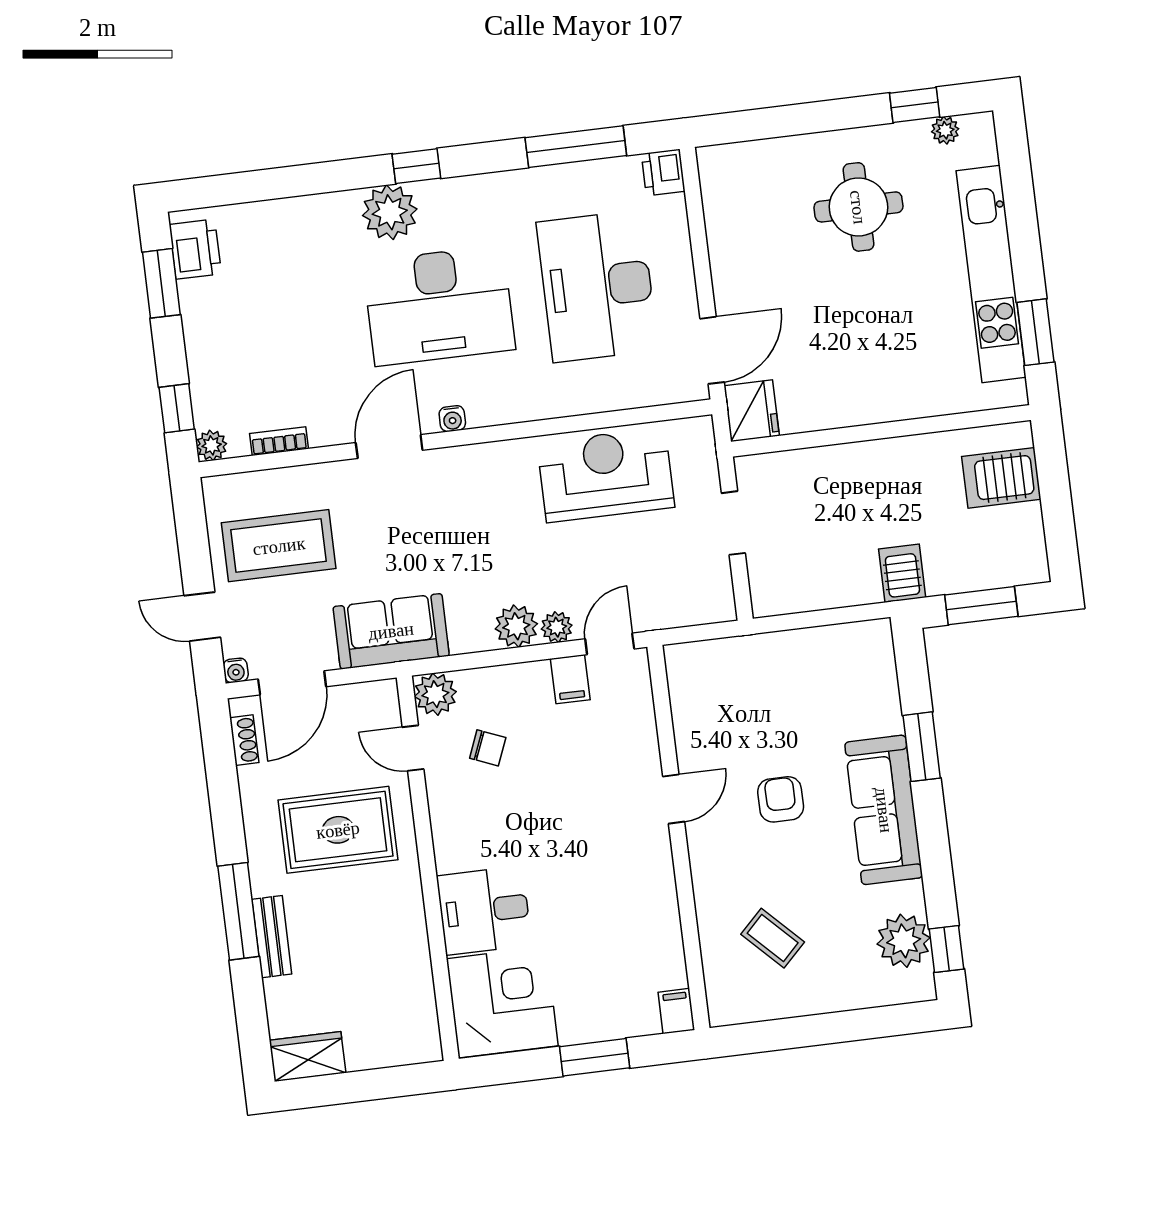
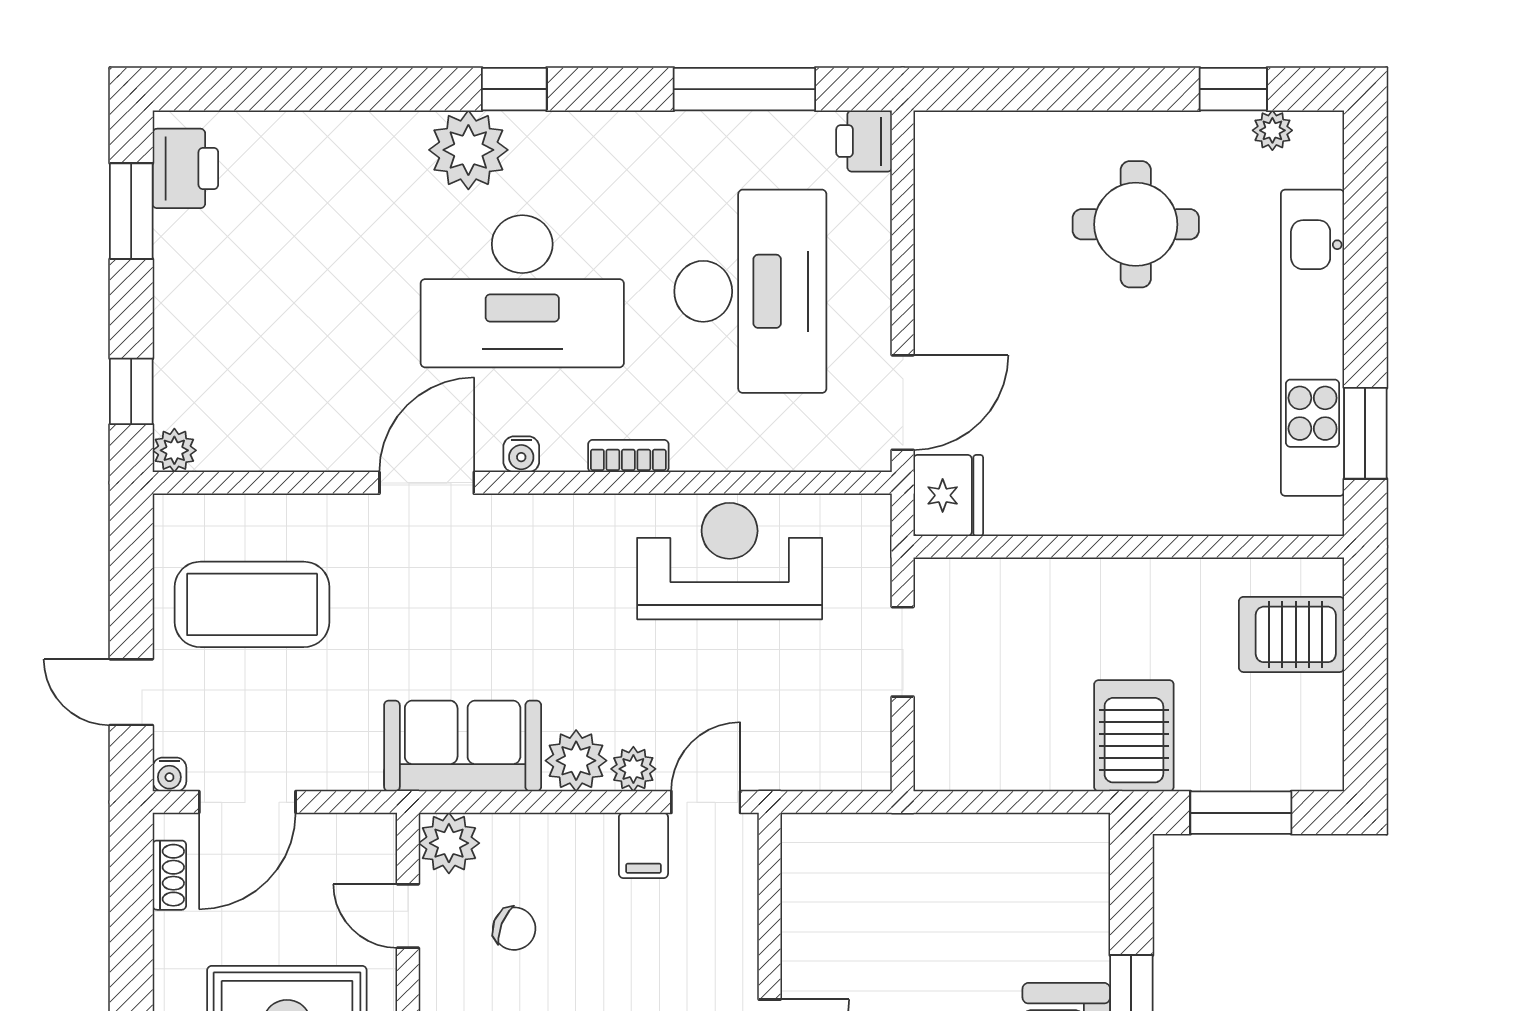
desk: (597, 286) -> (750, 291), turned 180
bookcase: (279, 441) -> (628, 456), moved
server rack: (902, 573) -> (1134, 736), width x1.36, depth x1.44
sofa: (391, 631) -> (463, 746), moved

